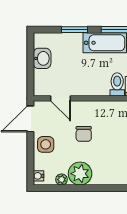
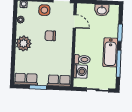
door: (61, 98) -> (75, 21), swing flipped
plant: (80, 174) -> (24, 43), moved

